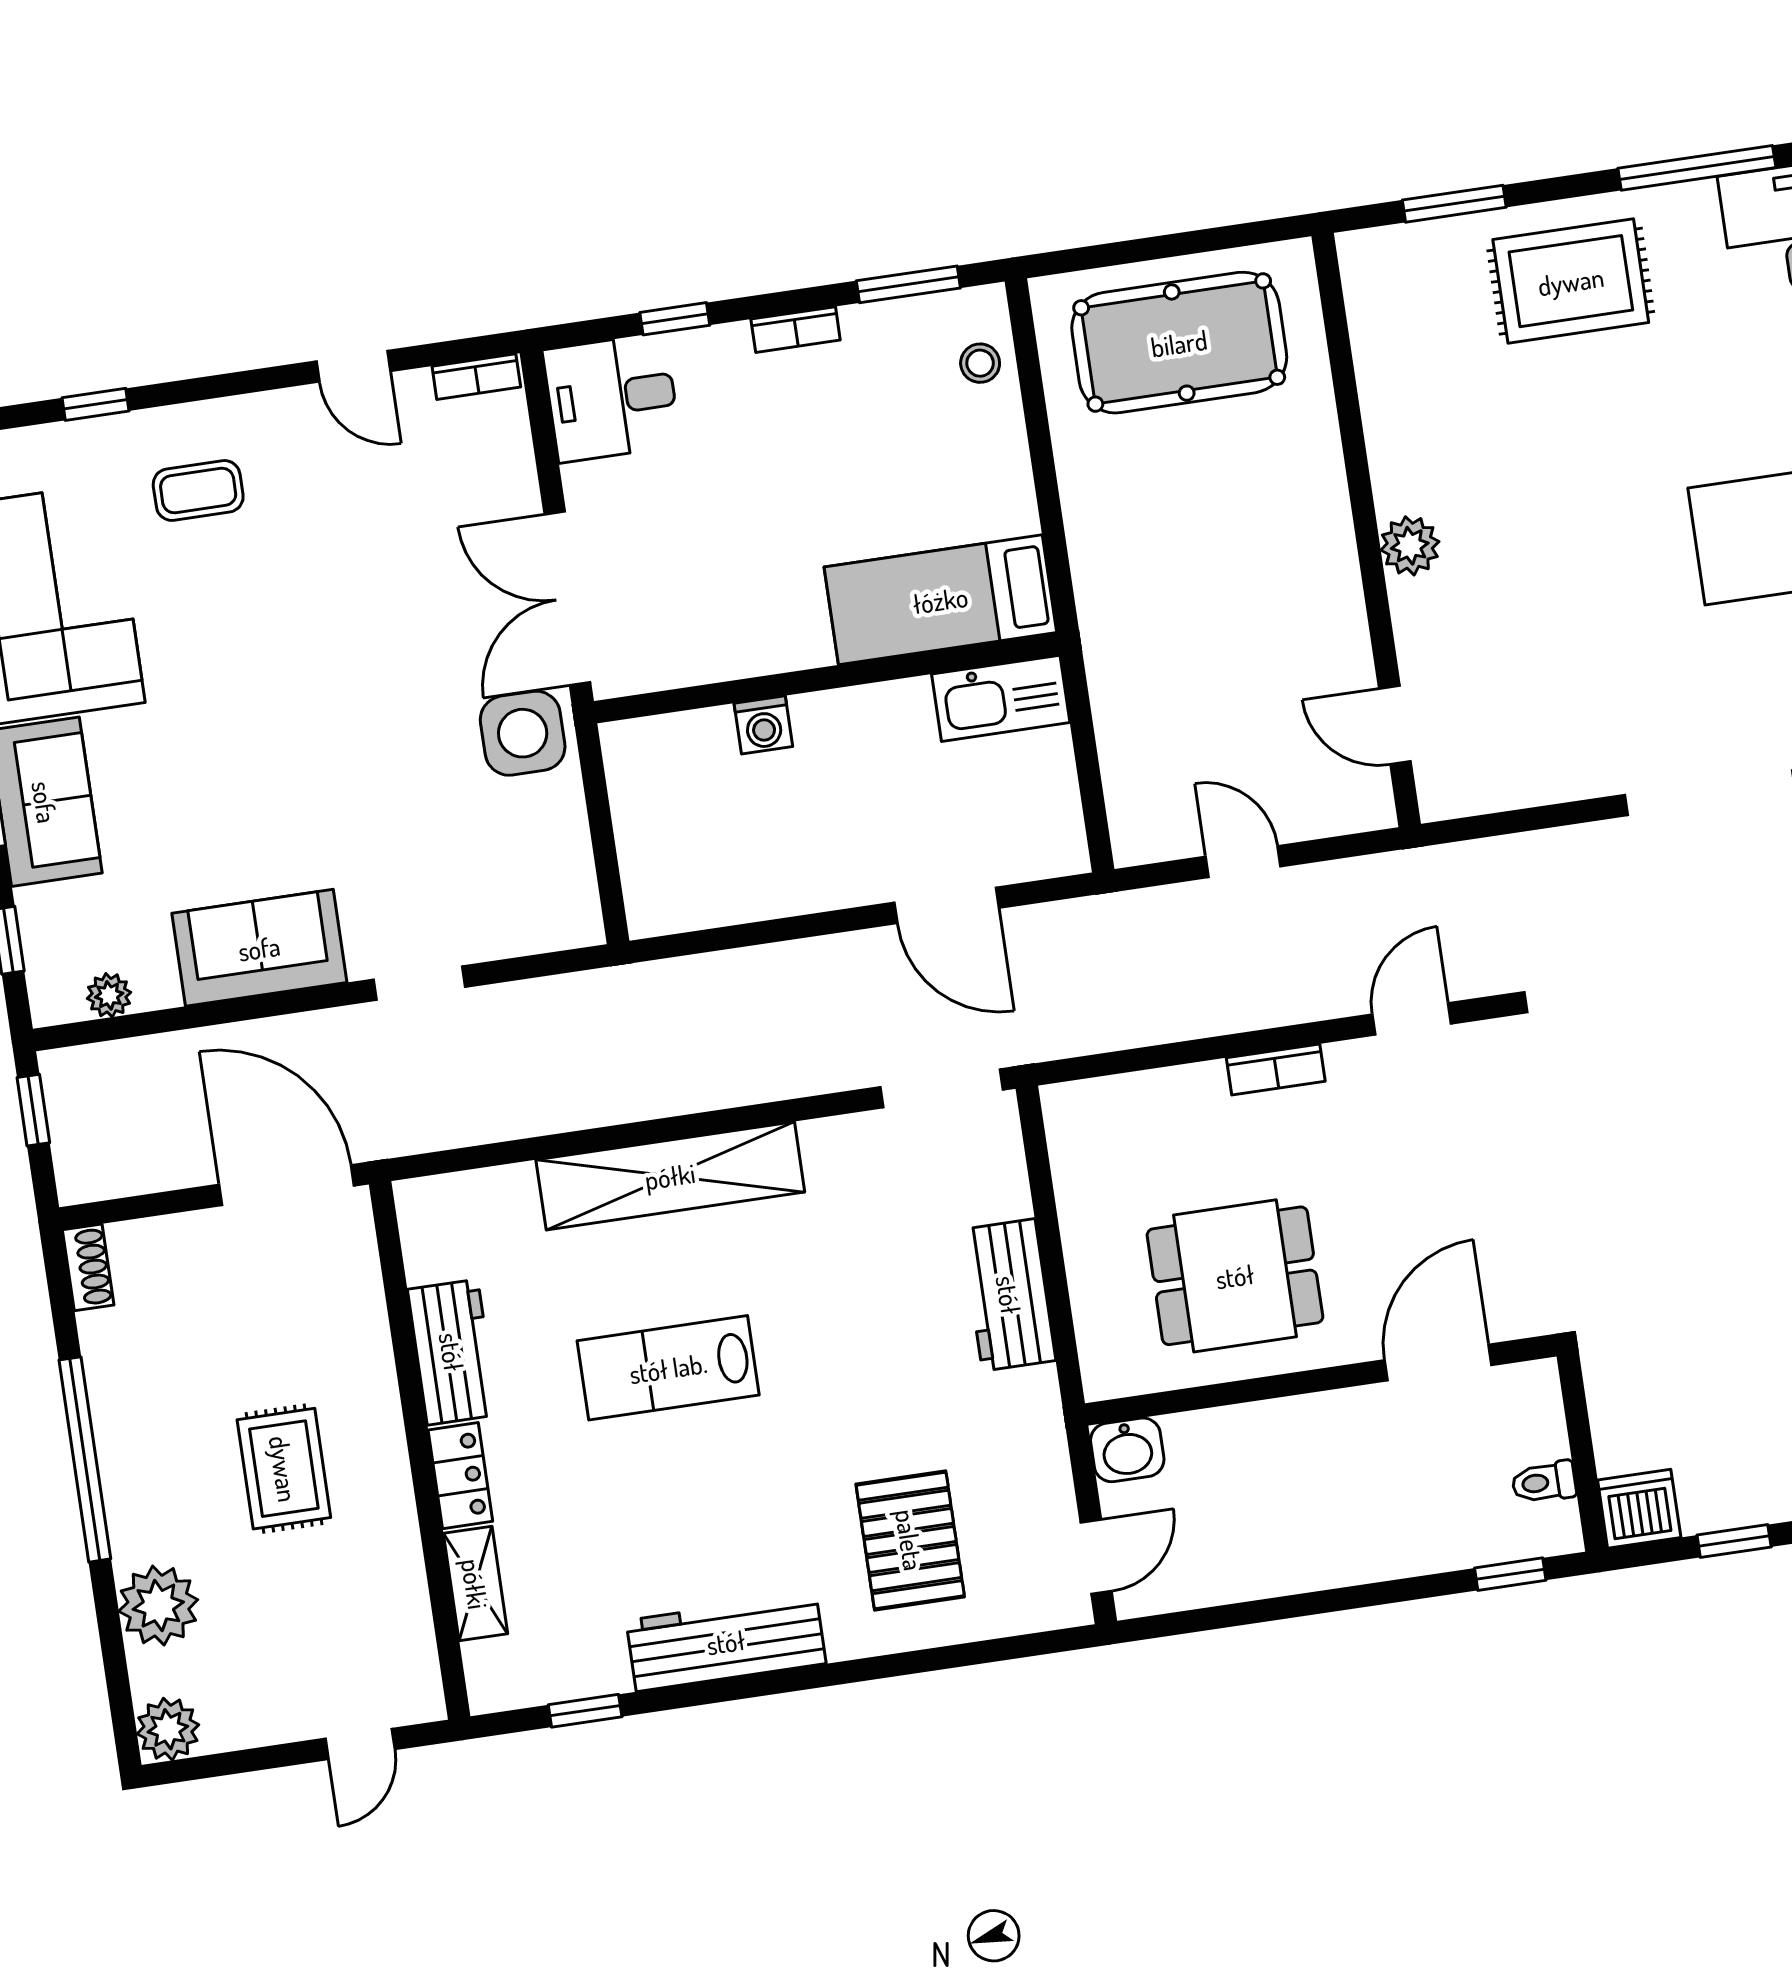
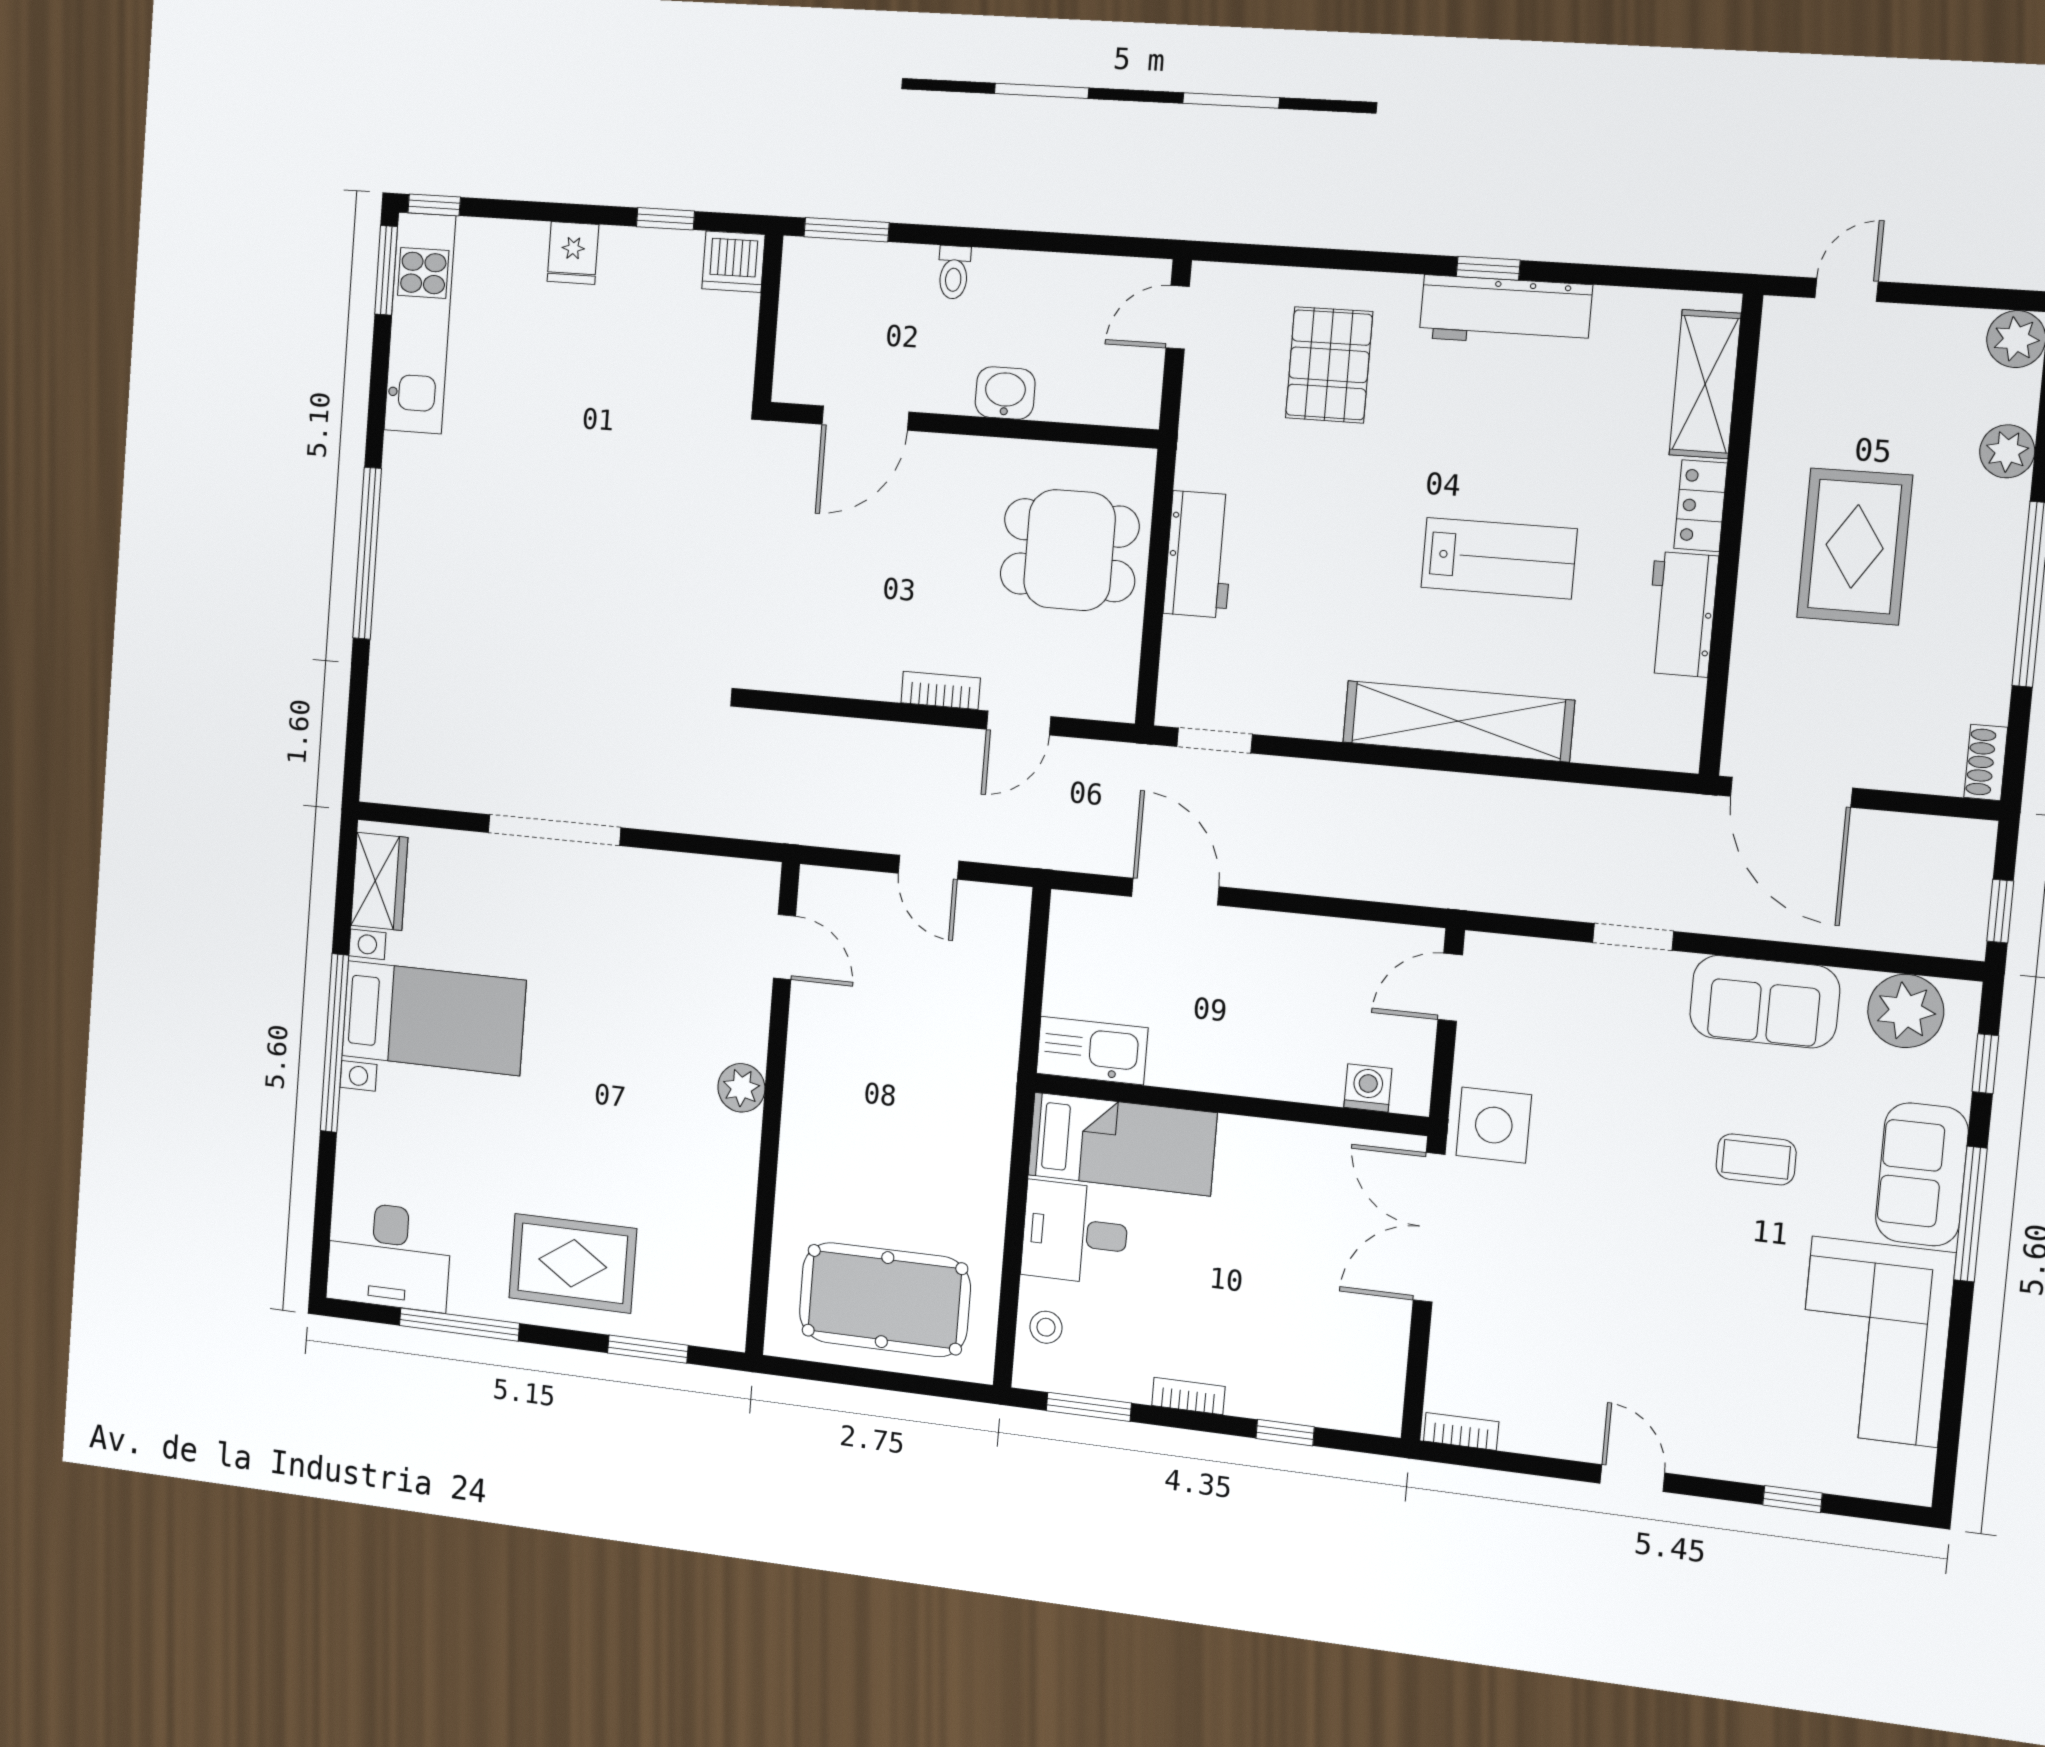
door: (353, 366) -> (1632, 1478), moved
desk: (612, 398) -> (1075, 1233), moved, turned 180
coffee table: (198, 490) -> (1756, 1159), moved
double door: (567, 598) -> (1429, 1227), swing flipped
washing machine: (763, 725) -> (1368, 1088), moved
door: (608, 876) -> (1450, 987), added
plant: (109, 995) -> (1906, 1011), width x1.88, depth x1.88
door: (1412, 1019) -> (1019, 723), moved
doorway: (941, 1088) -> (1215, 740), width x0.73
dining table: (1235, 1276) -> (1070, 550), moved
washbasin: (1127, 1450) -> (1005, 393), moved
rug: (284, 1469) -> (1855, 546), width x1.36, depth x1.43
toilet: (1544, 1482) -> (954, 272), moved, turned 90
window: (1510, 1574) -> (847, 230), width x1.50
shelving: (475, 1584) -> (1705, 384), width x1.50, depth x1.33
plant: (158, 1606) -> (2007, 451), width x0.73, depth x0.73
window: (585, 1711) -> (1488, 268), moved

